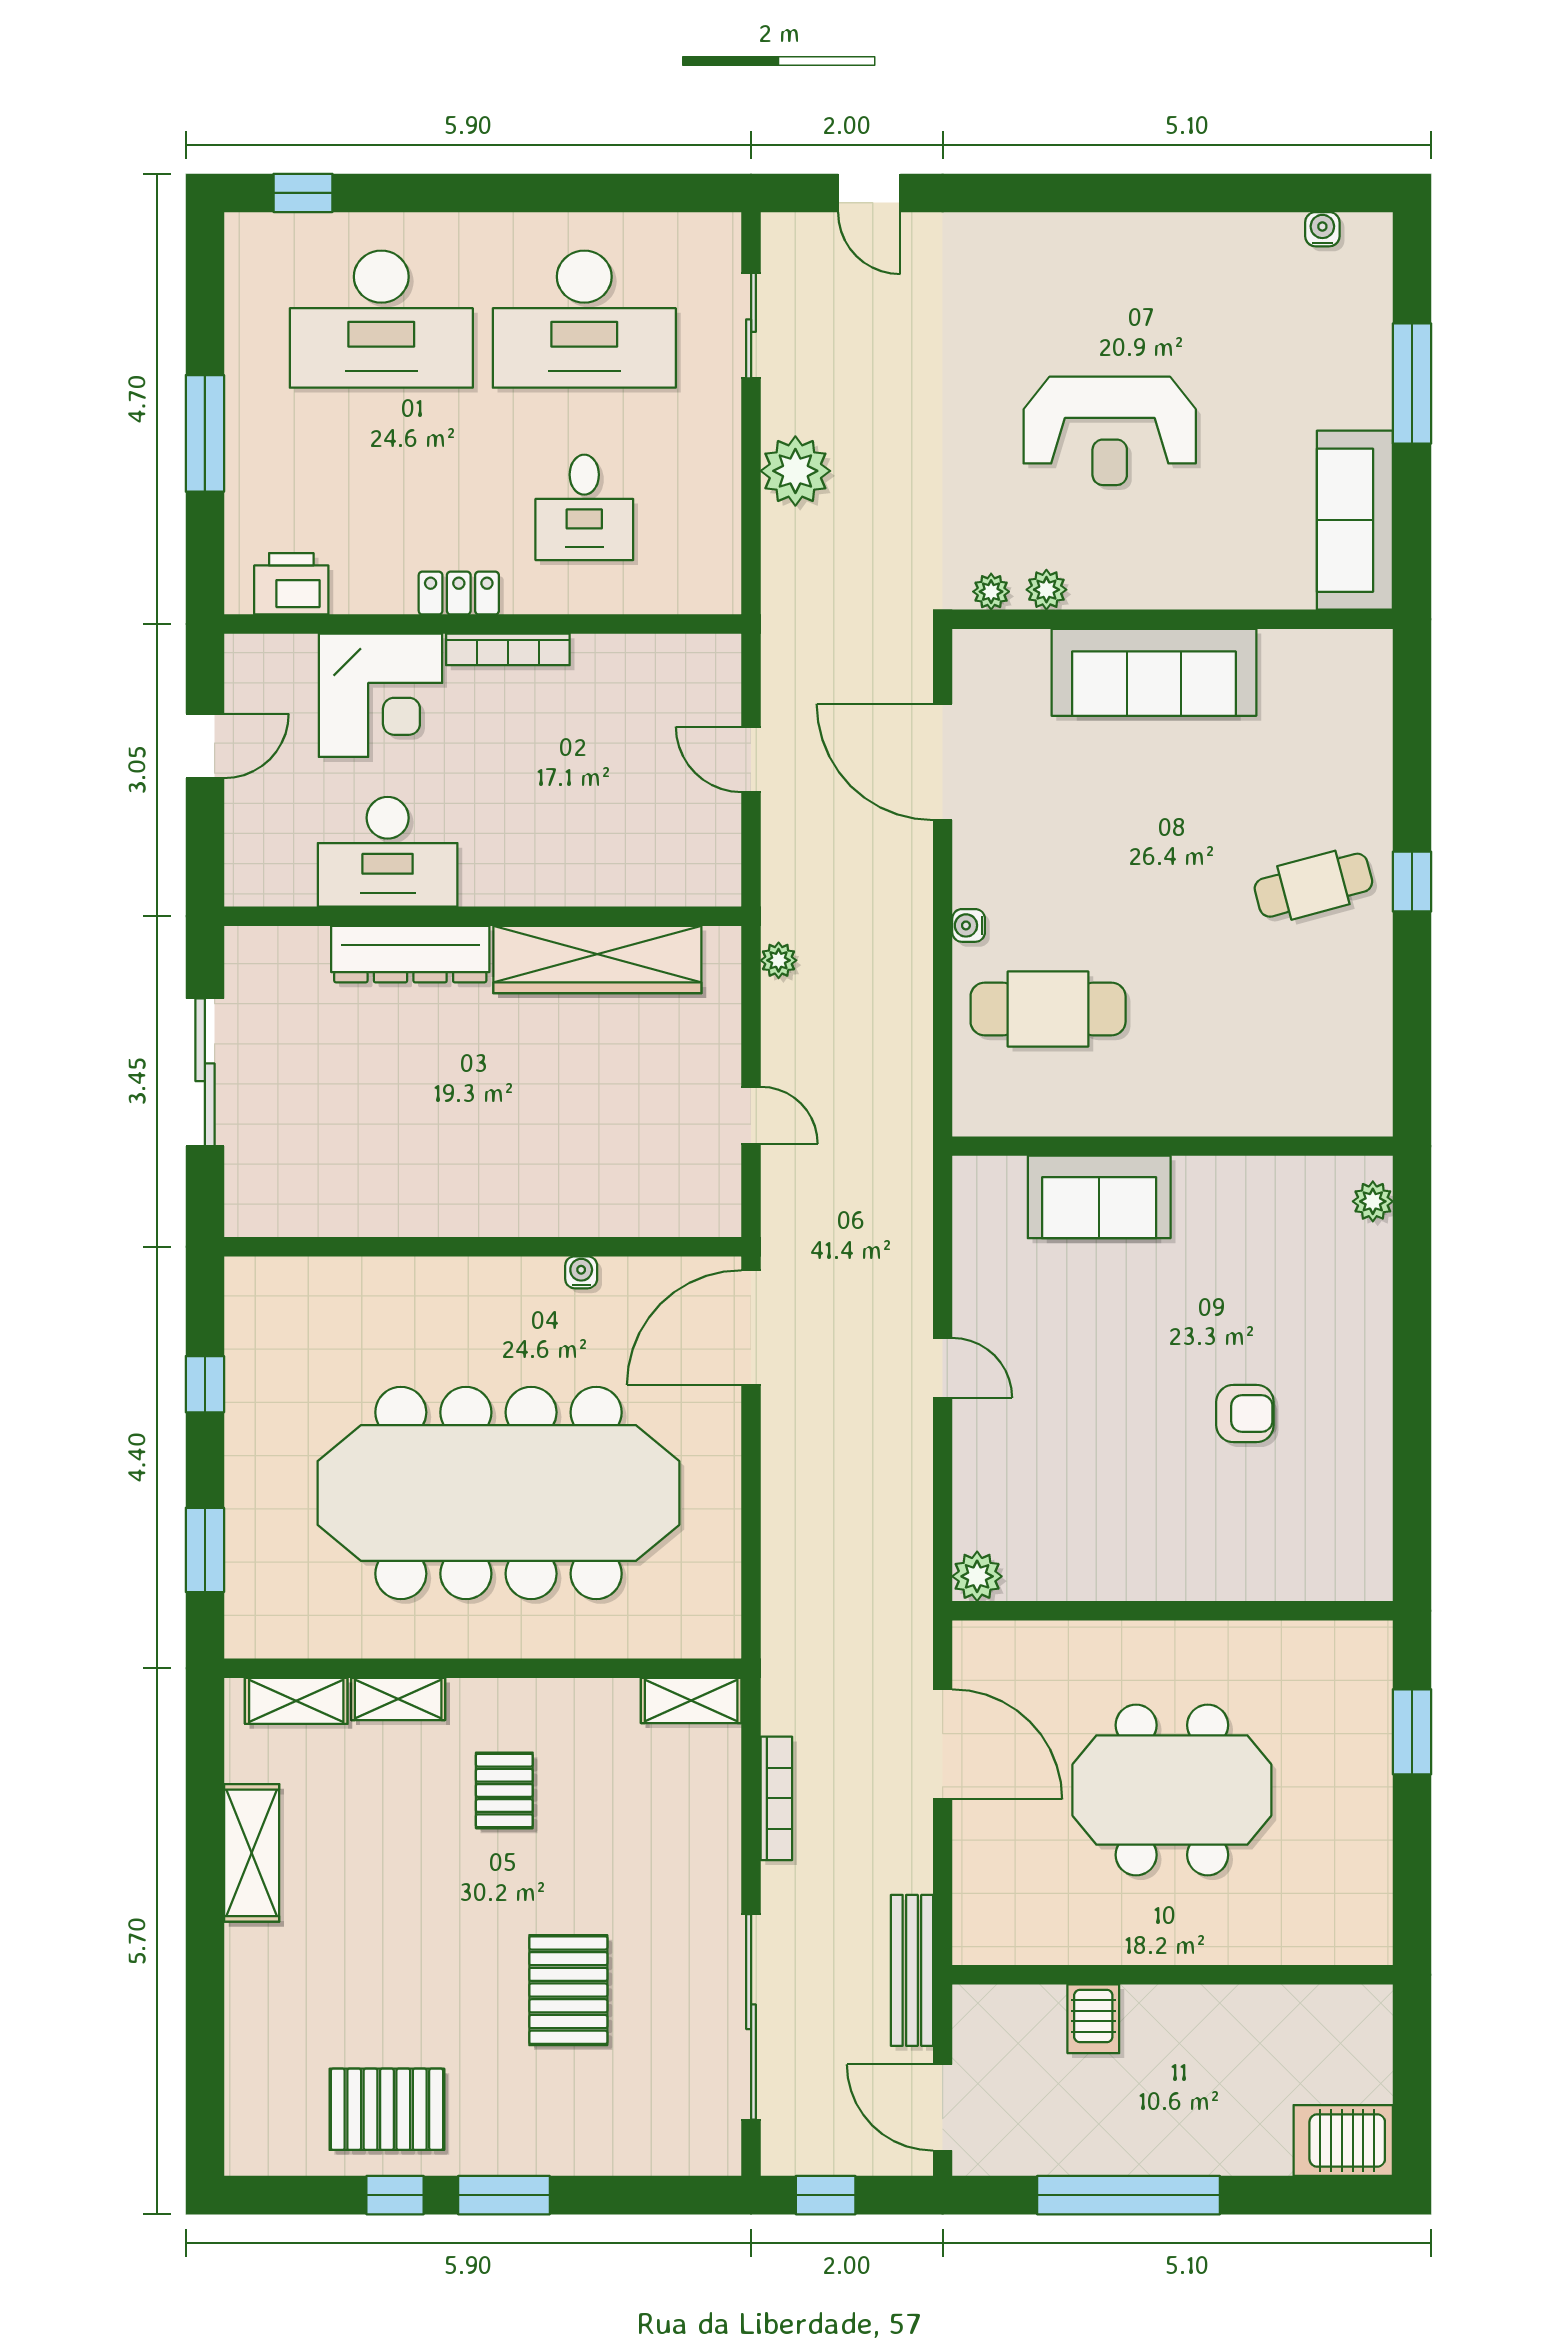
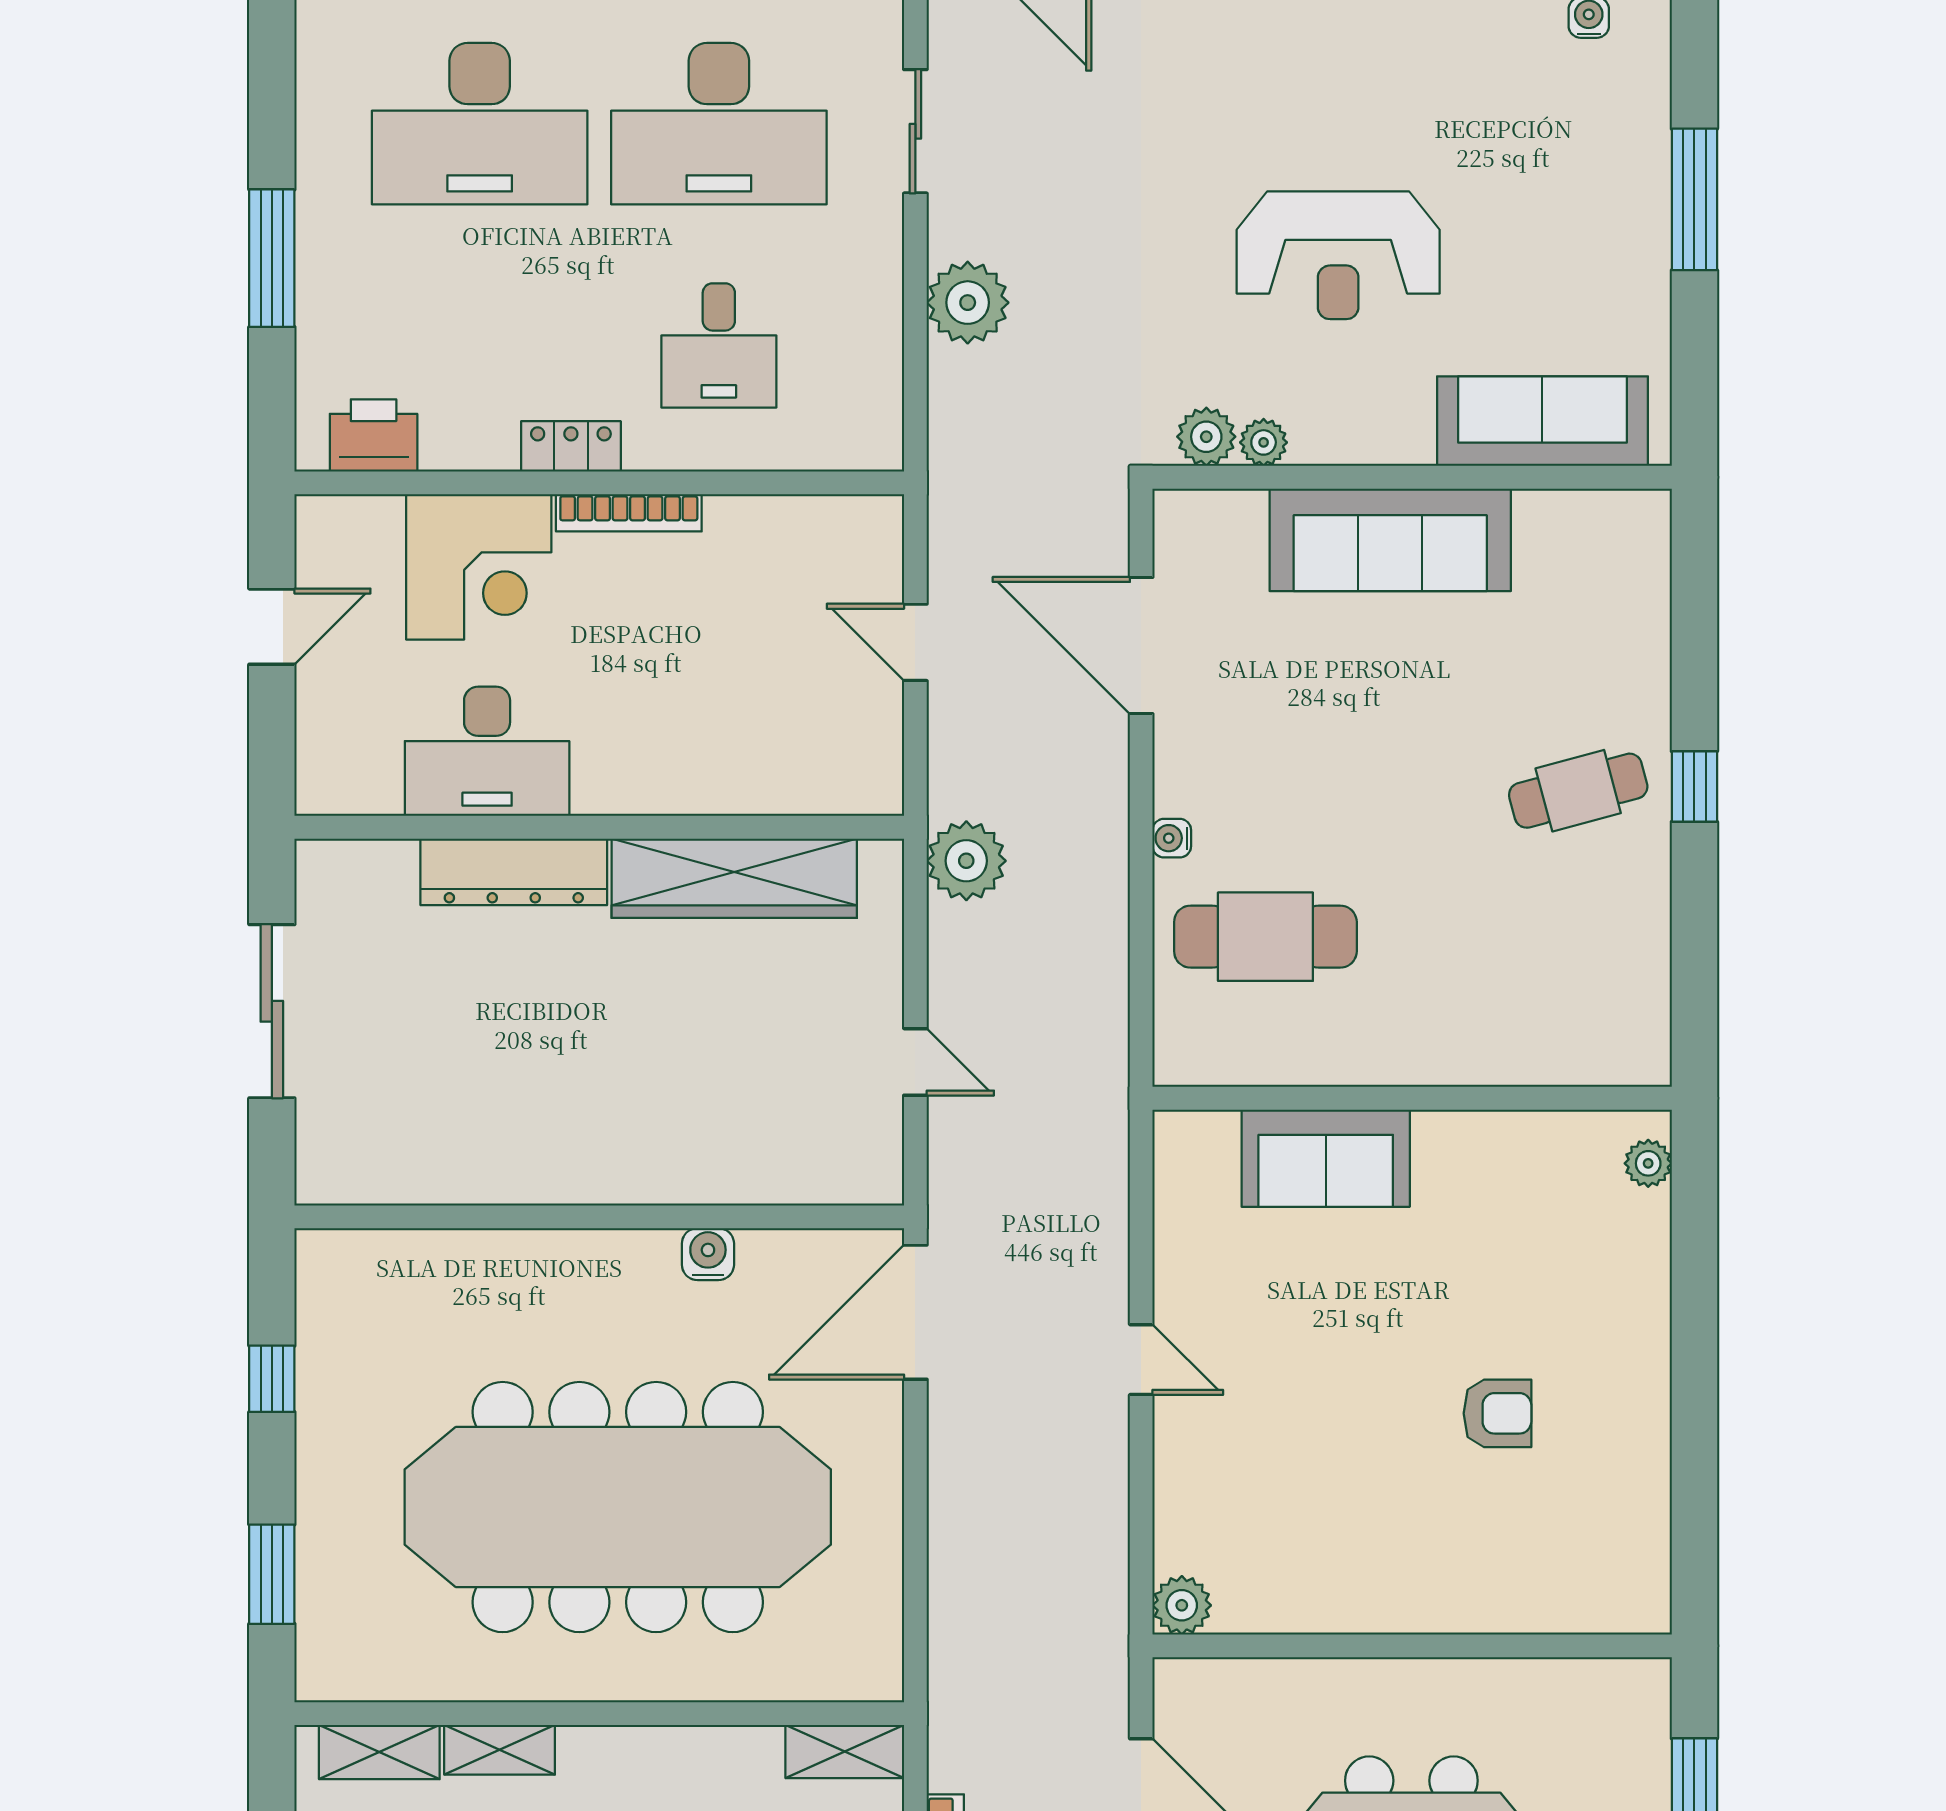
sofa: (1355, 520) -> (1542, 421), moved, turned 90
plant: (991, 592) -> (1206, 437), width x1.38, depth x1.38
plant: (779, 960) -> (966, 861), width x1.88, depth x1.88
water cooler: (581, 1272) -> (708, 1254), width x1.38, depth x1.38

